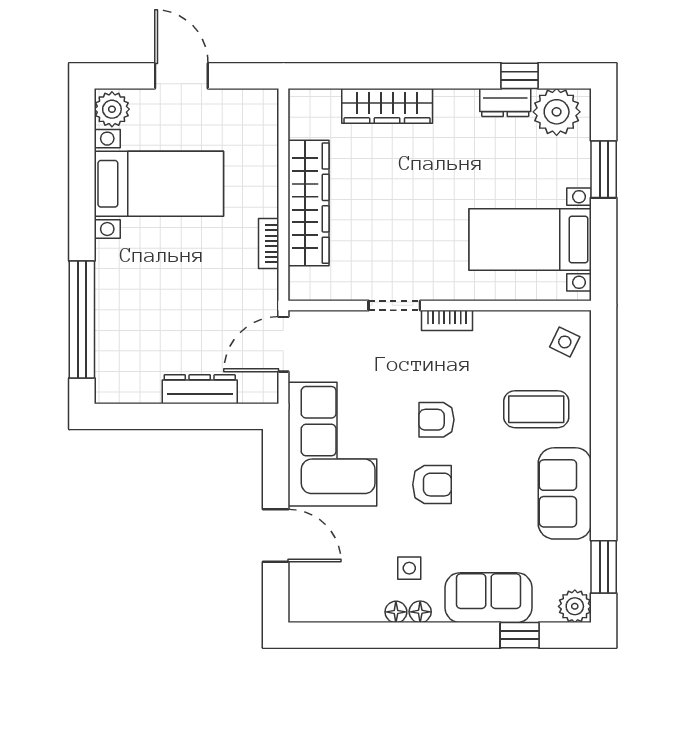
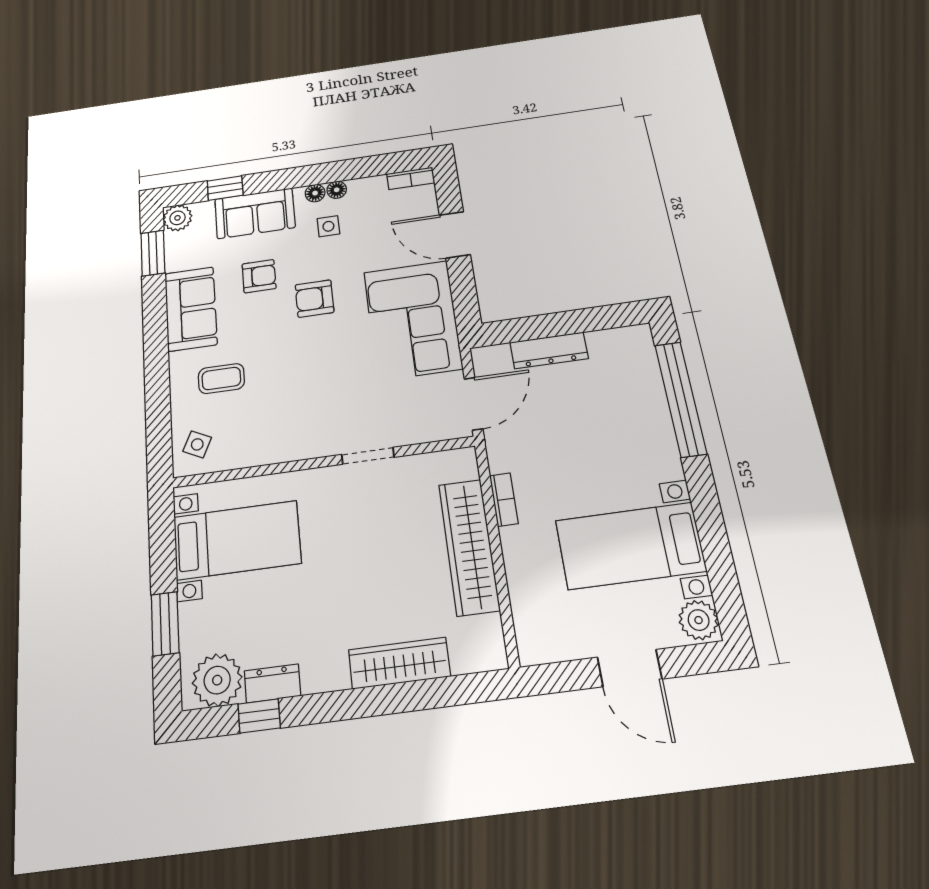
bookcase: (447, 320) -> (411, 178), moved, turned 180
coffee table: (536, 409) -> (221, 379), width x0.73, depth x0.77
armchair: (436, 420) -> (259, 276), moved

